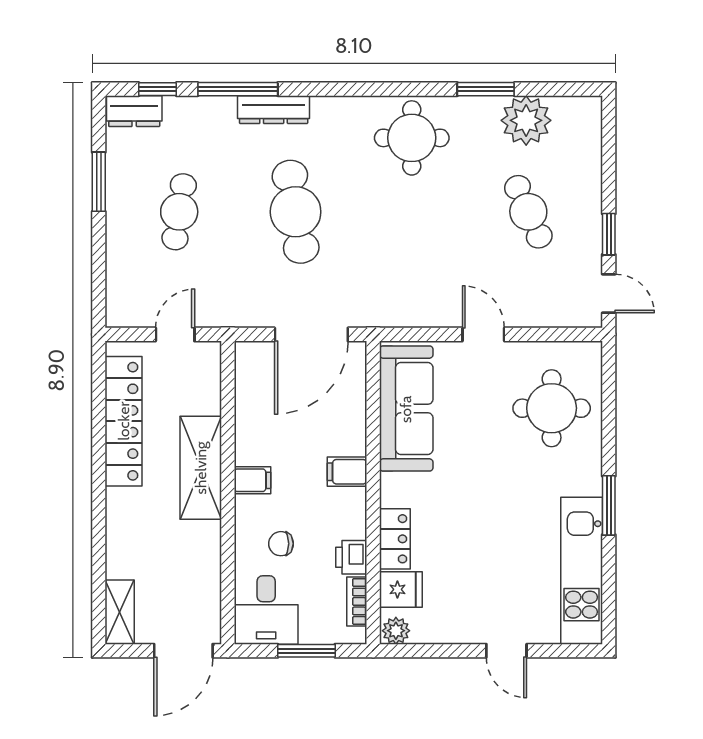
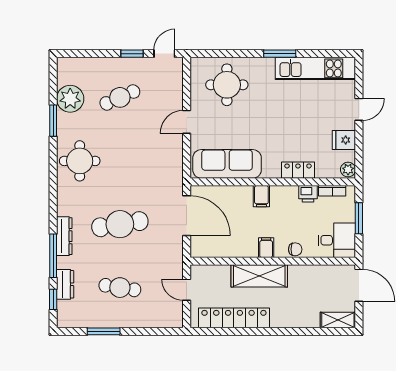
dresser: (134, 111) -> (65, 284), moved
chair: (281, 544) -> (295, 249), moved, turned -90
fridge: (401, 589) -> (344, 140), moved, turned -90

